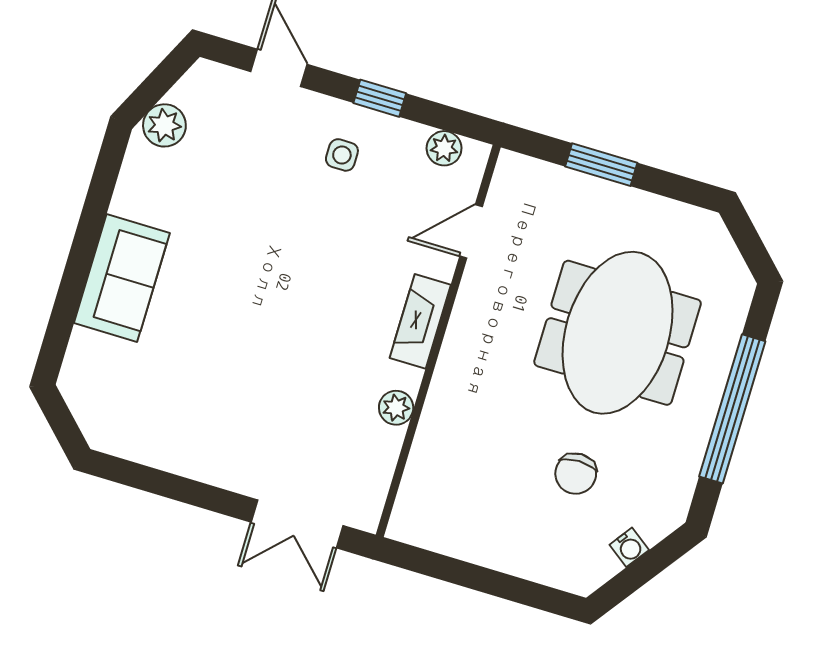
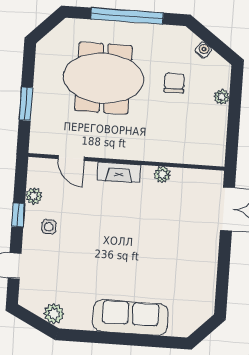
plant: (444, 148) -> (34, 196), moved
sofa: (122, 278) -> (130, 318), width x1.36
chair: (576, 474) -> (174, 83), turned -90
plant: (526, 563) -> (222, 97), added

